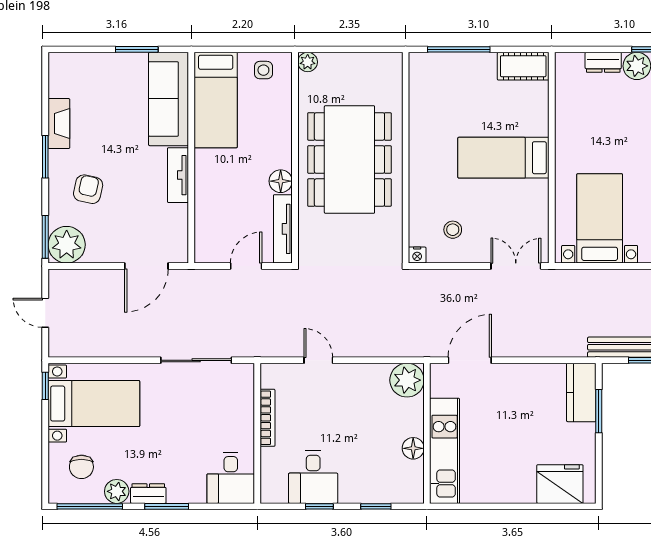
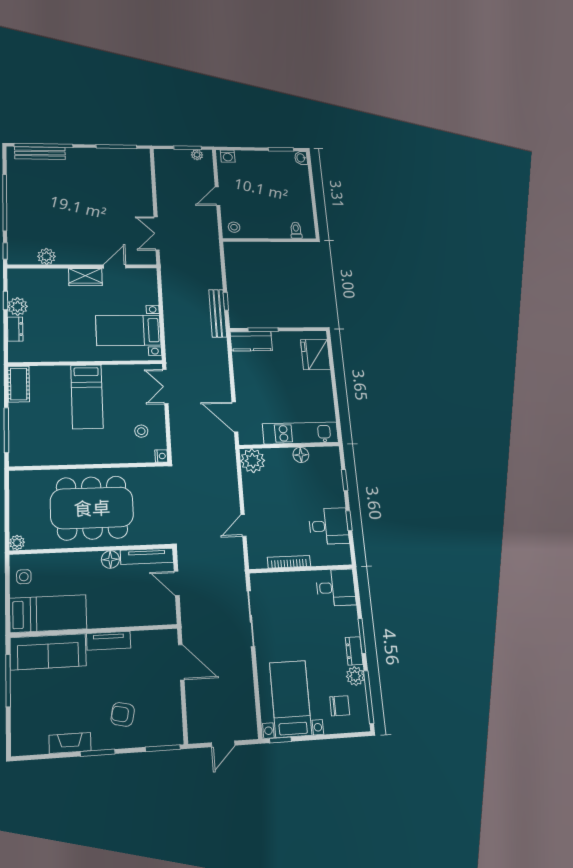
window: (137, 49) -> (8, 681), width x1.44
plant: (67, 245) -> (168, 730), removed

